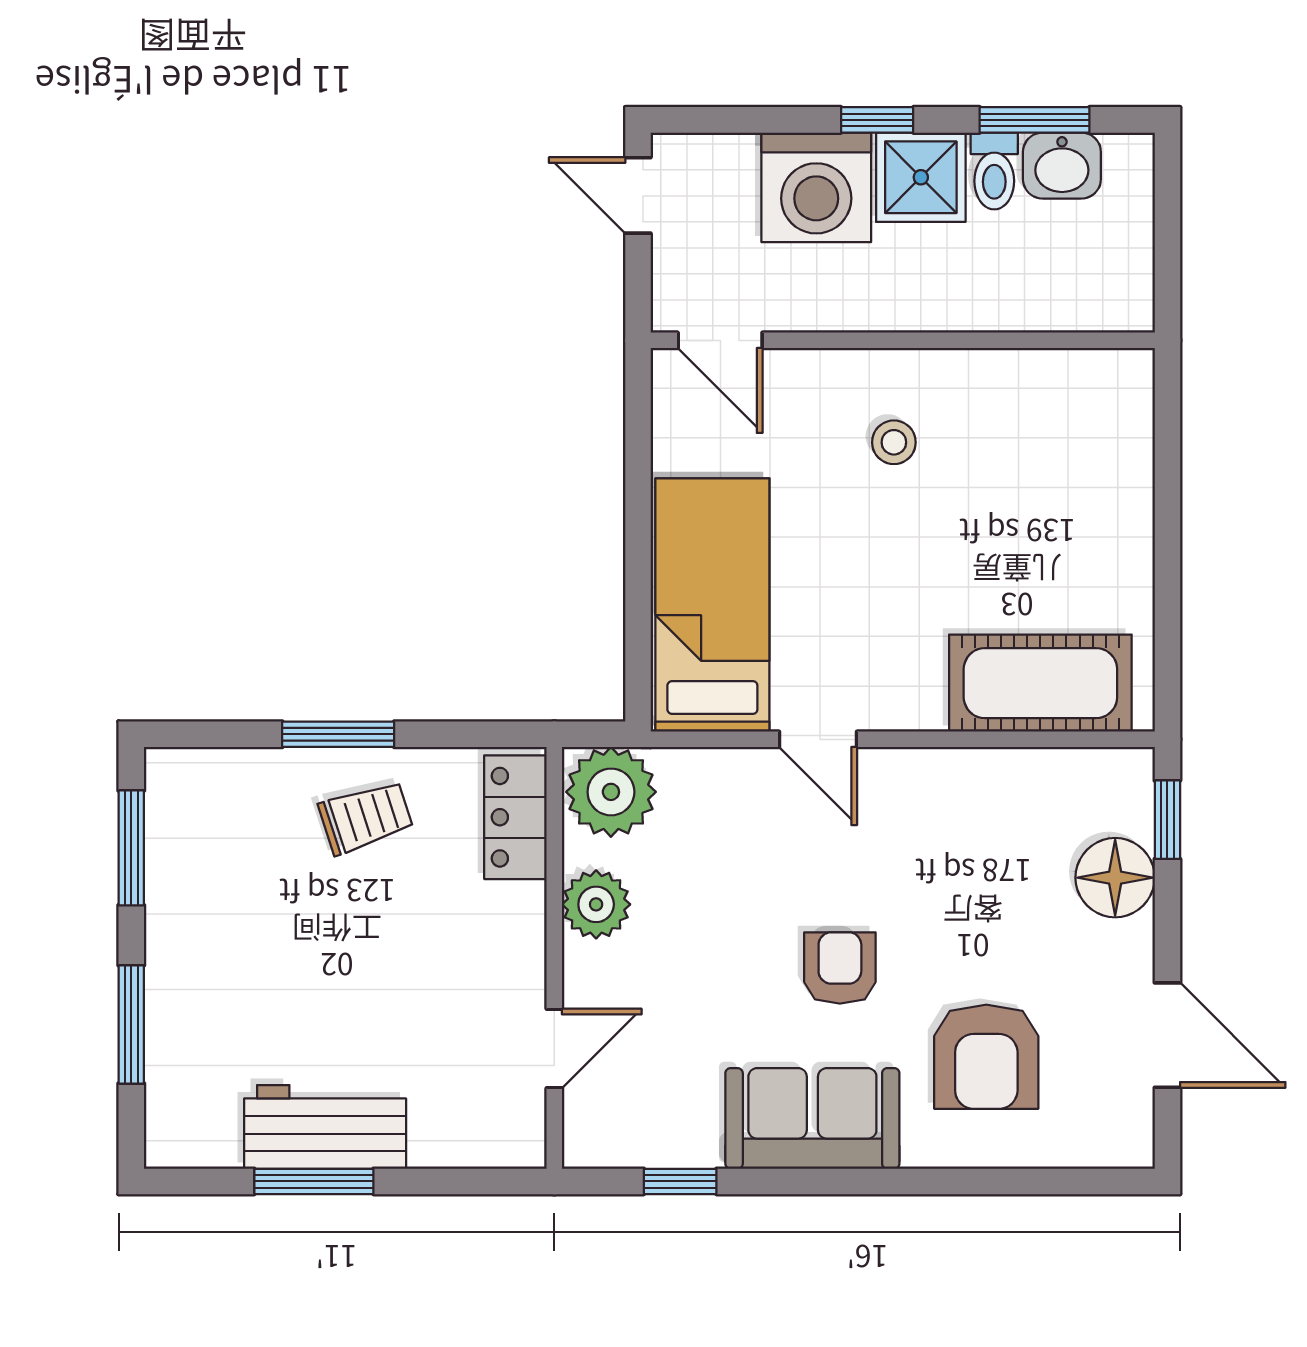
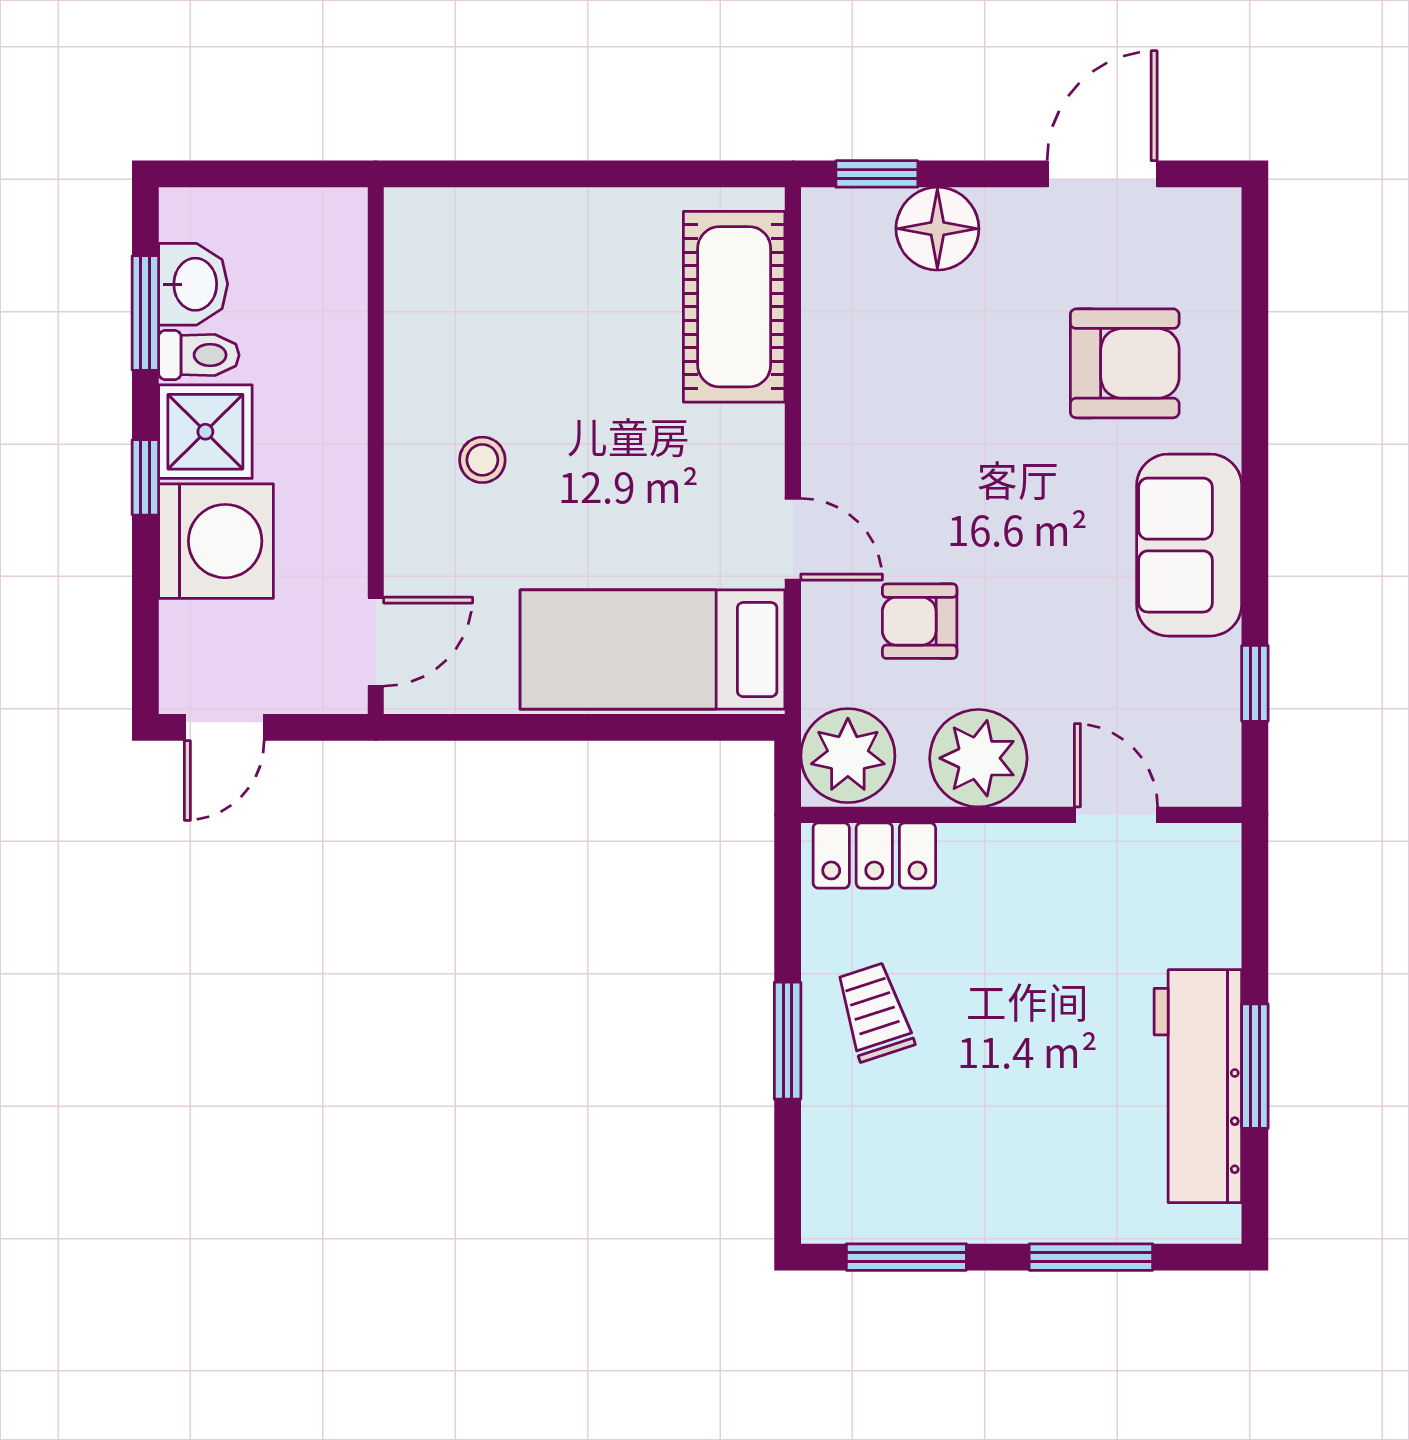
door: (818, 739) -> (793, 539), hinge flipped
plant: (596, 904) -> (978, 758), width x1.36, depth x1.36
armchair: (840, 968) -> (920, 621), moved
workbench: (325, 1127) -> (1198, 1086), width x1.38

